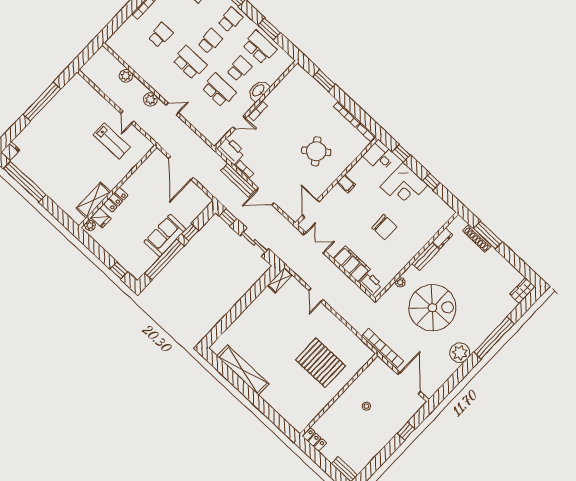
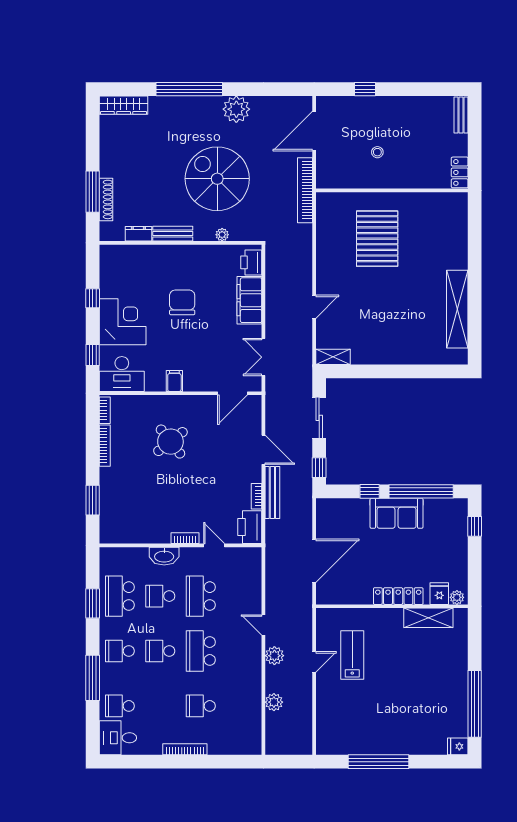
desk: (380, 156) -> (122, 374), width x1.37
locker: (116, 200) -> (398, 596), width x1.53
wardrobe: (523, 291) -> (124, 105), width x1.50

